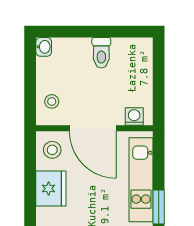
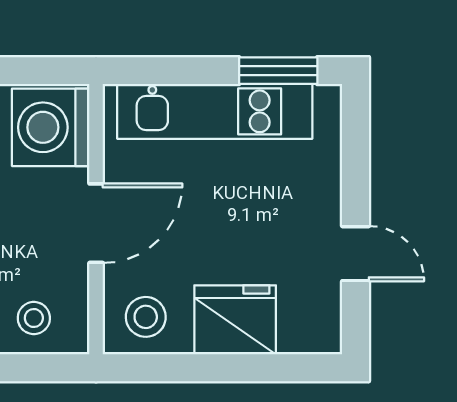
washing machine: (134, 117) -> (51, 127), width x1.89, depth x1.89
door: (93, 128) -> (96, 223), width x0.73

